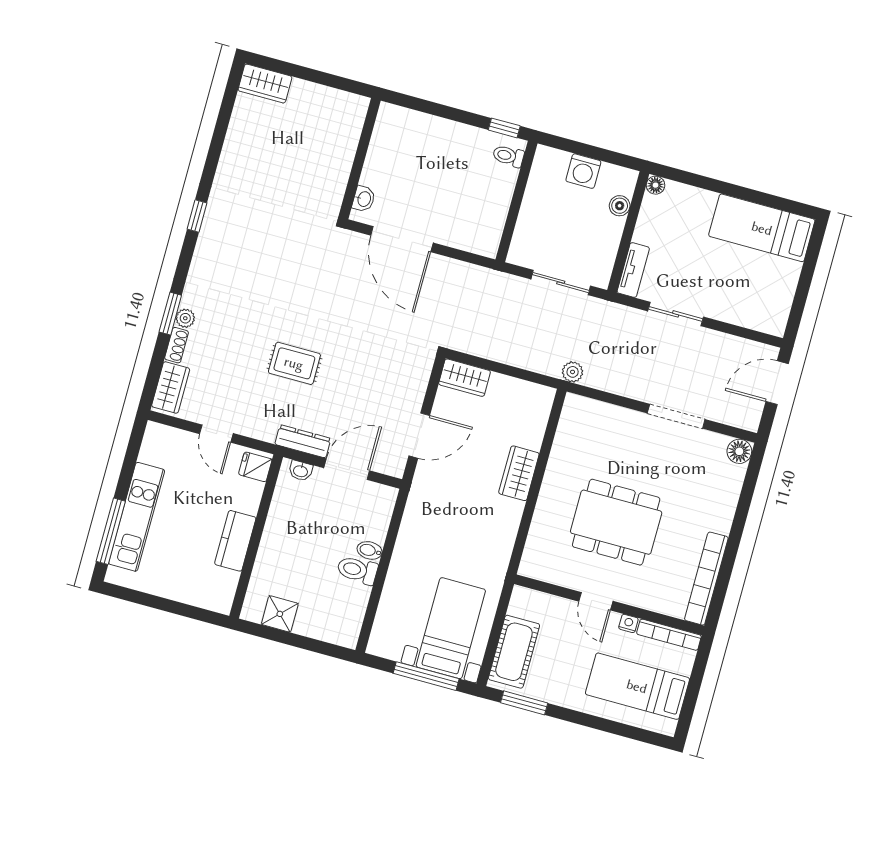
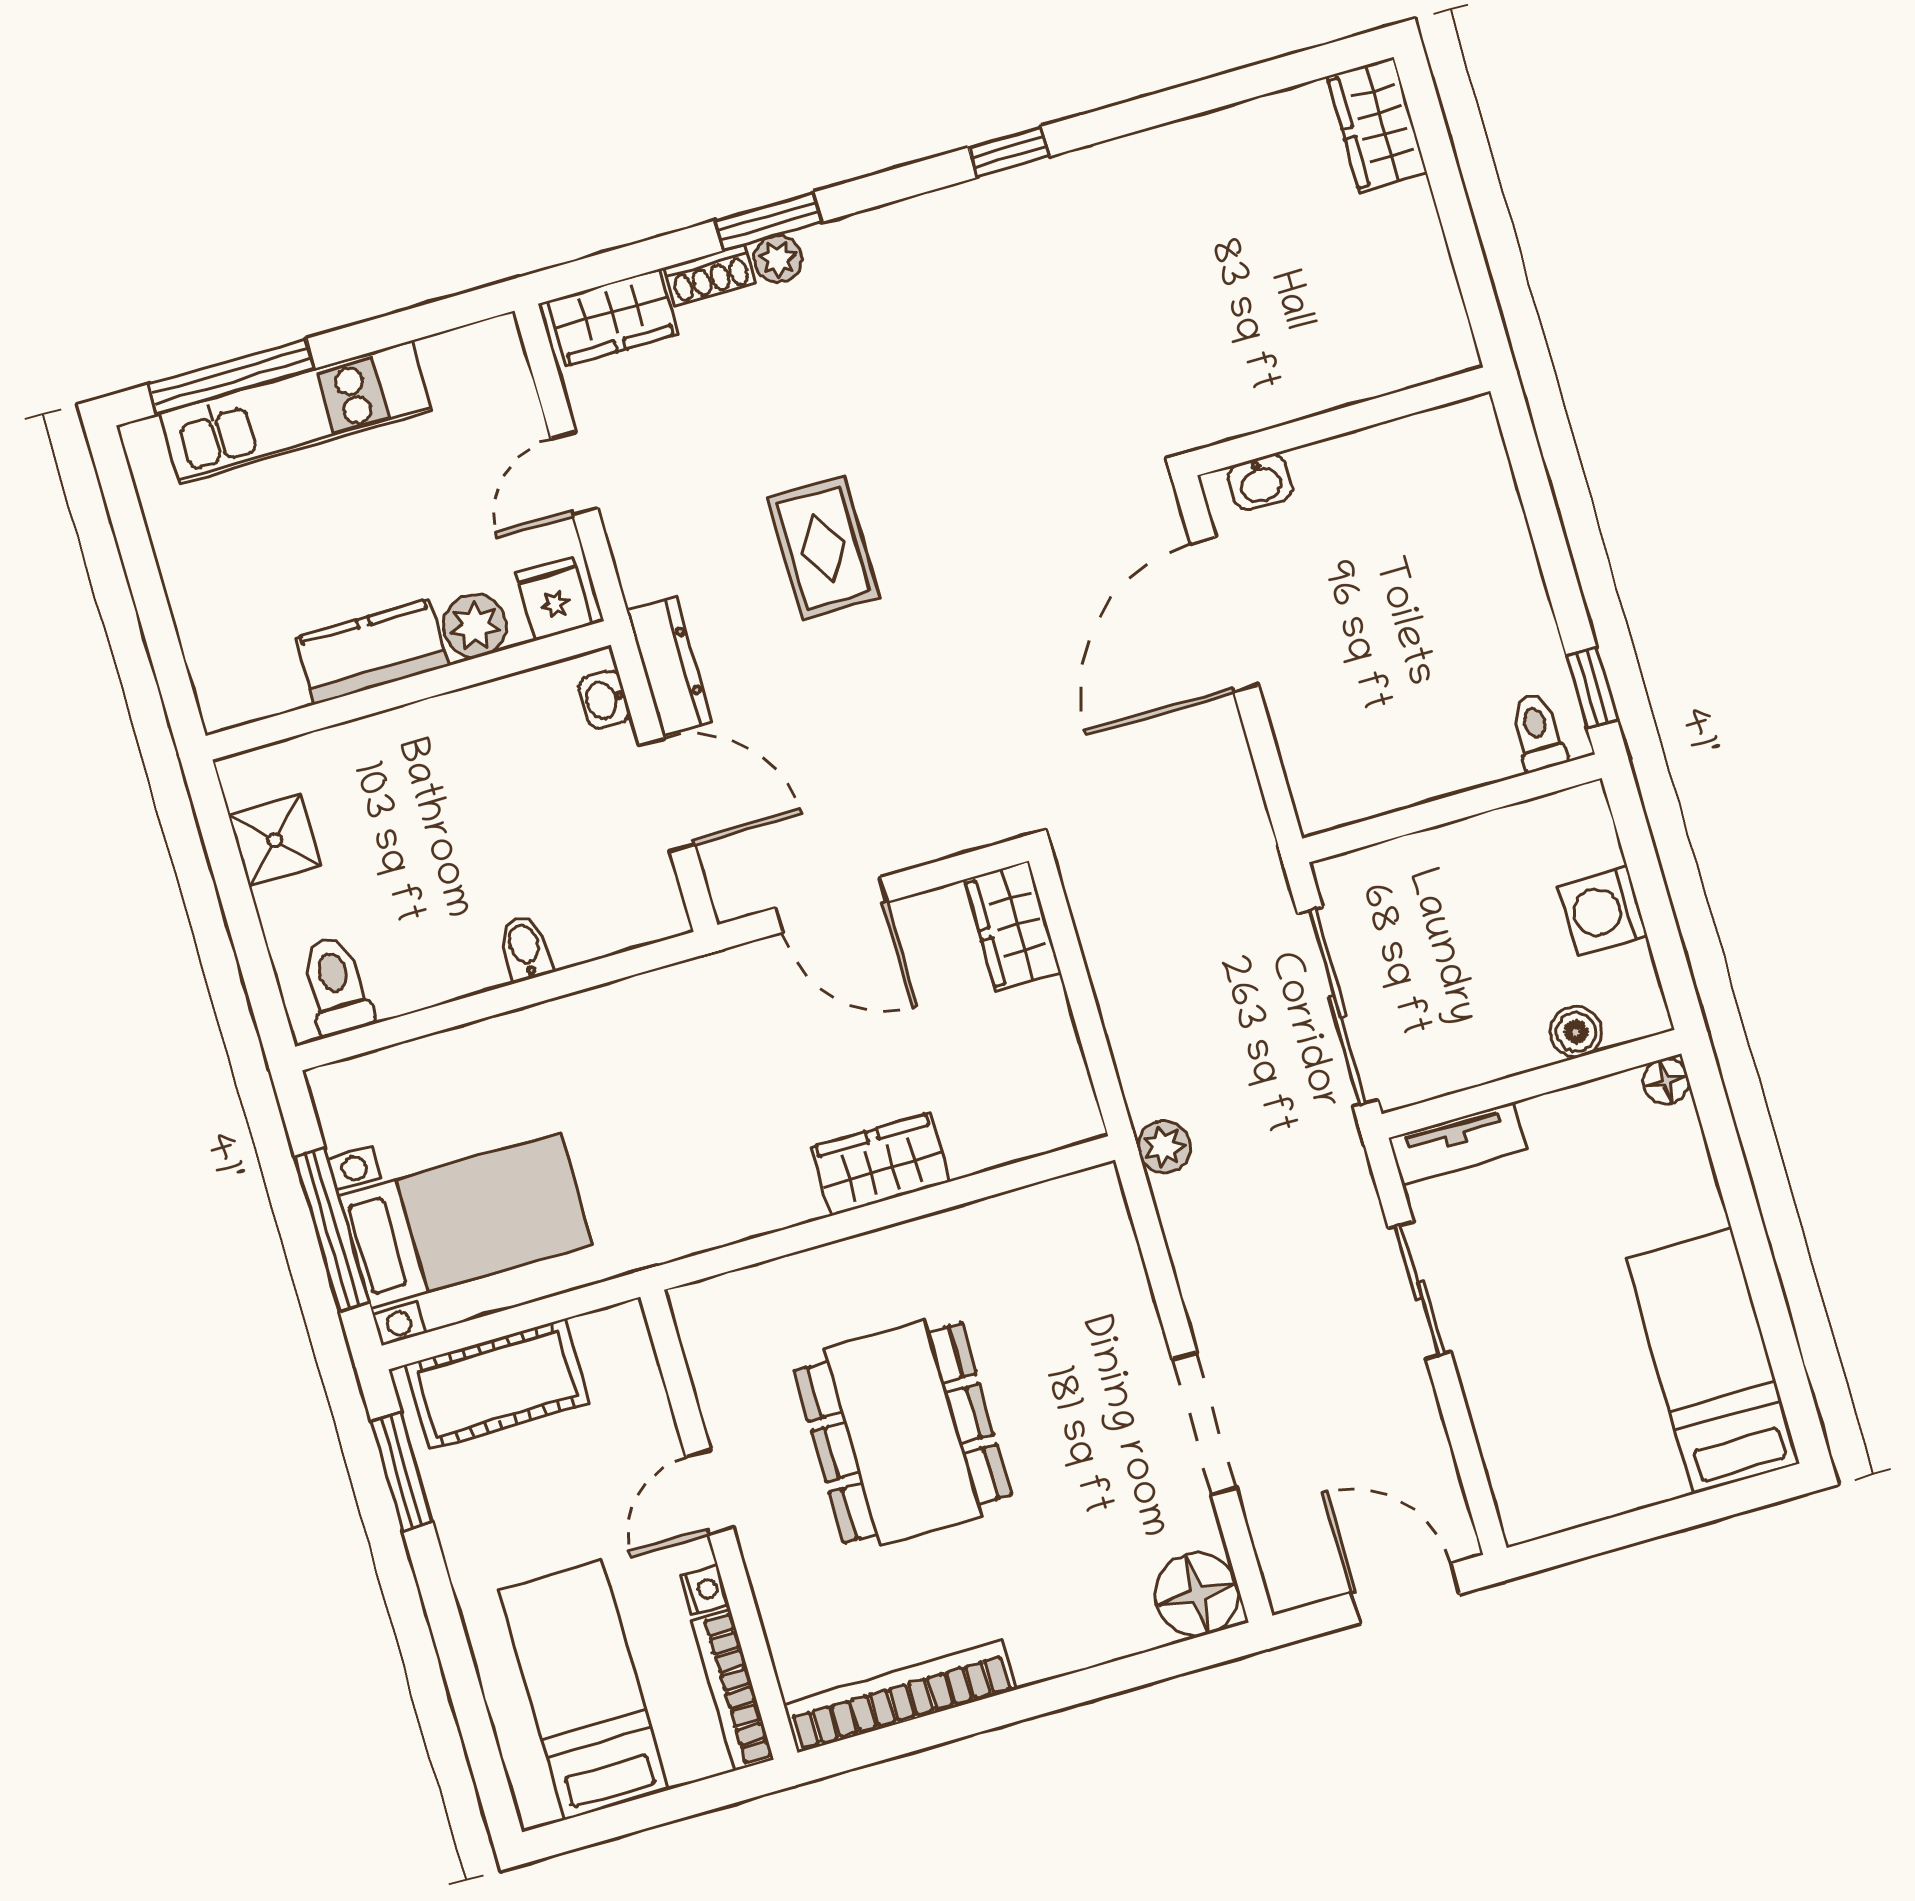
sliding door: (561, 283) -> (1338, 1007), width x1.37
floor lamp: (739, 451) -> (1197, 1594), width x1.38, depth x1.38
plant: (248, 500) -> (475, 626), added
toilet: (357, 570) -> (336, 985), moved

